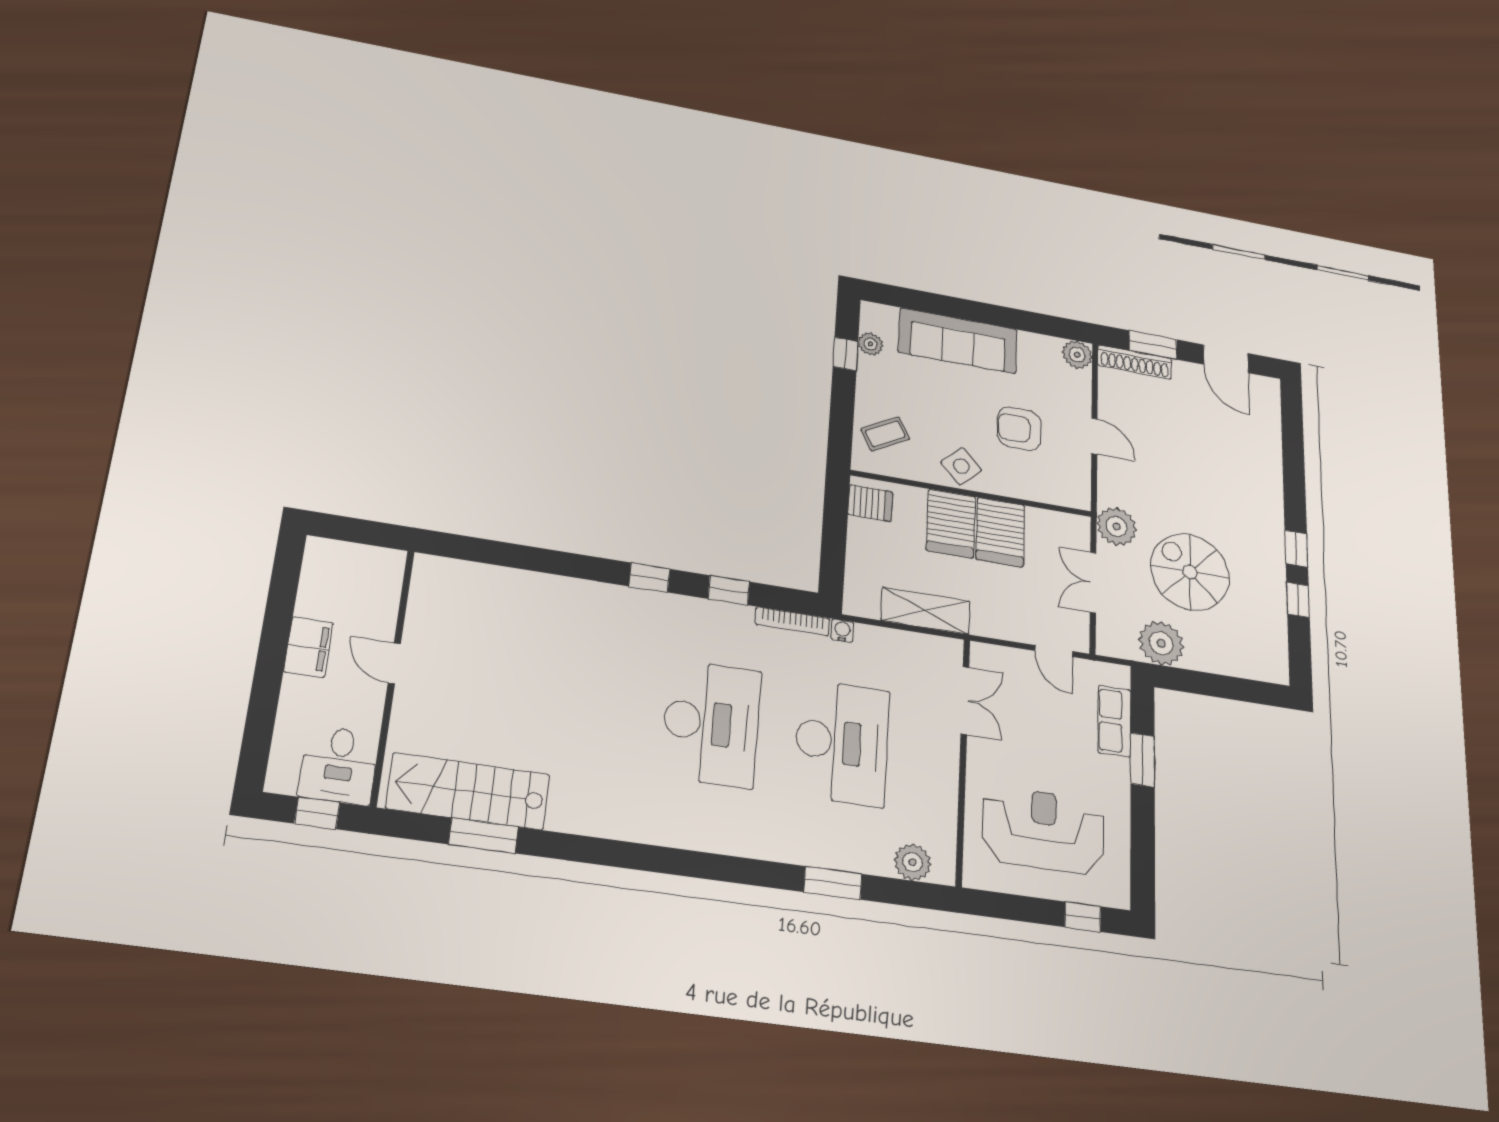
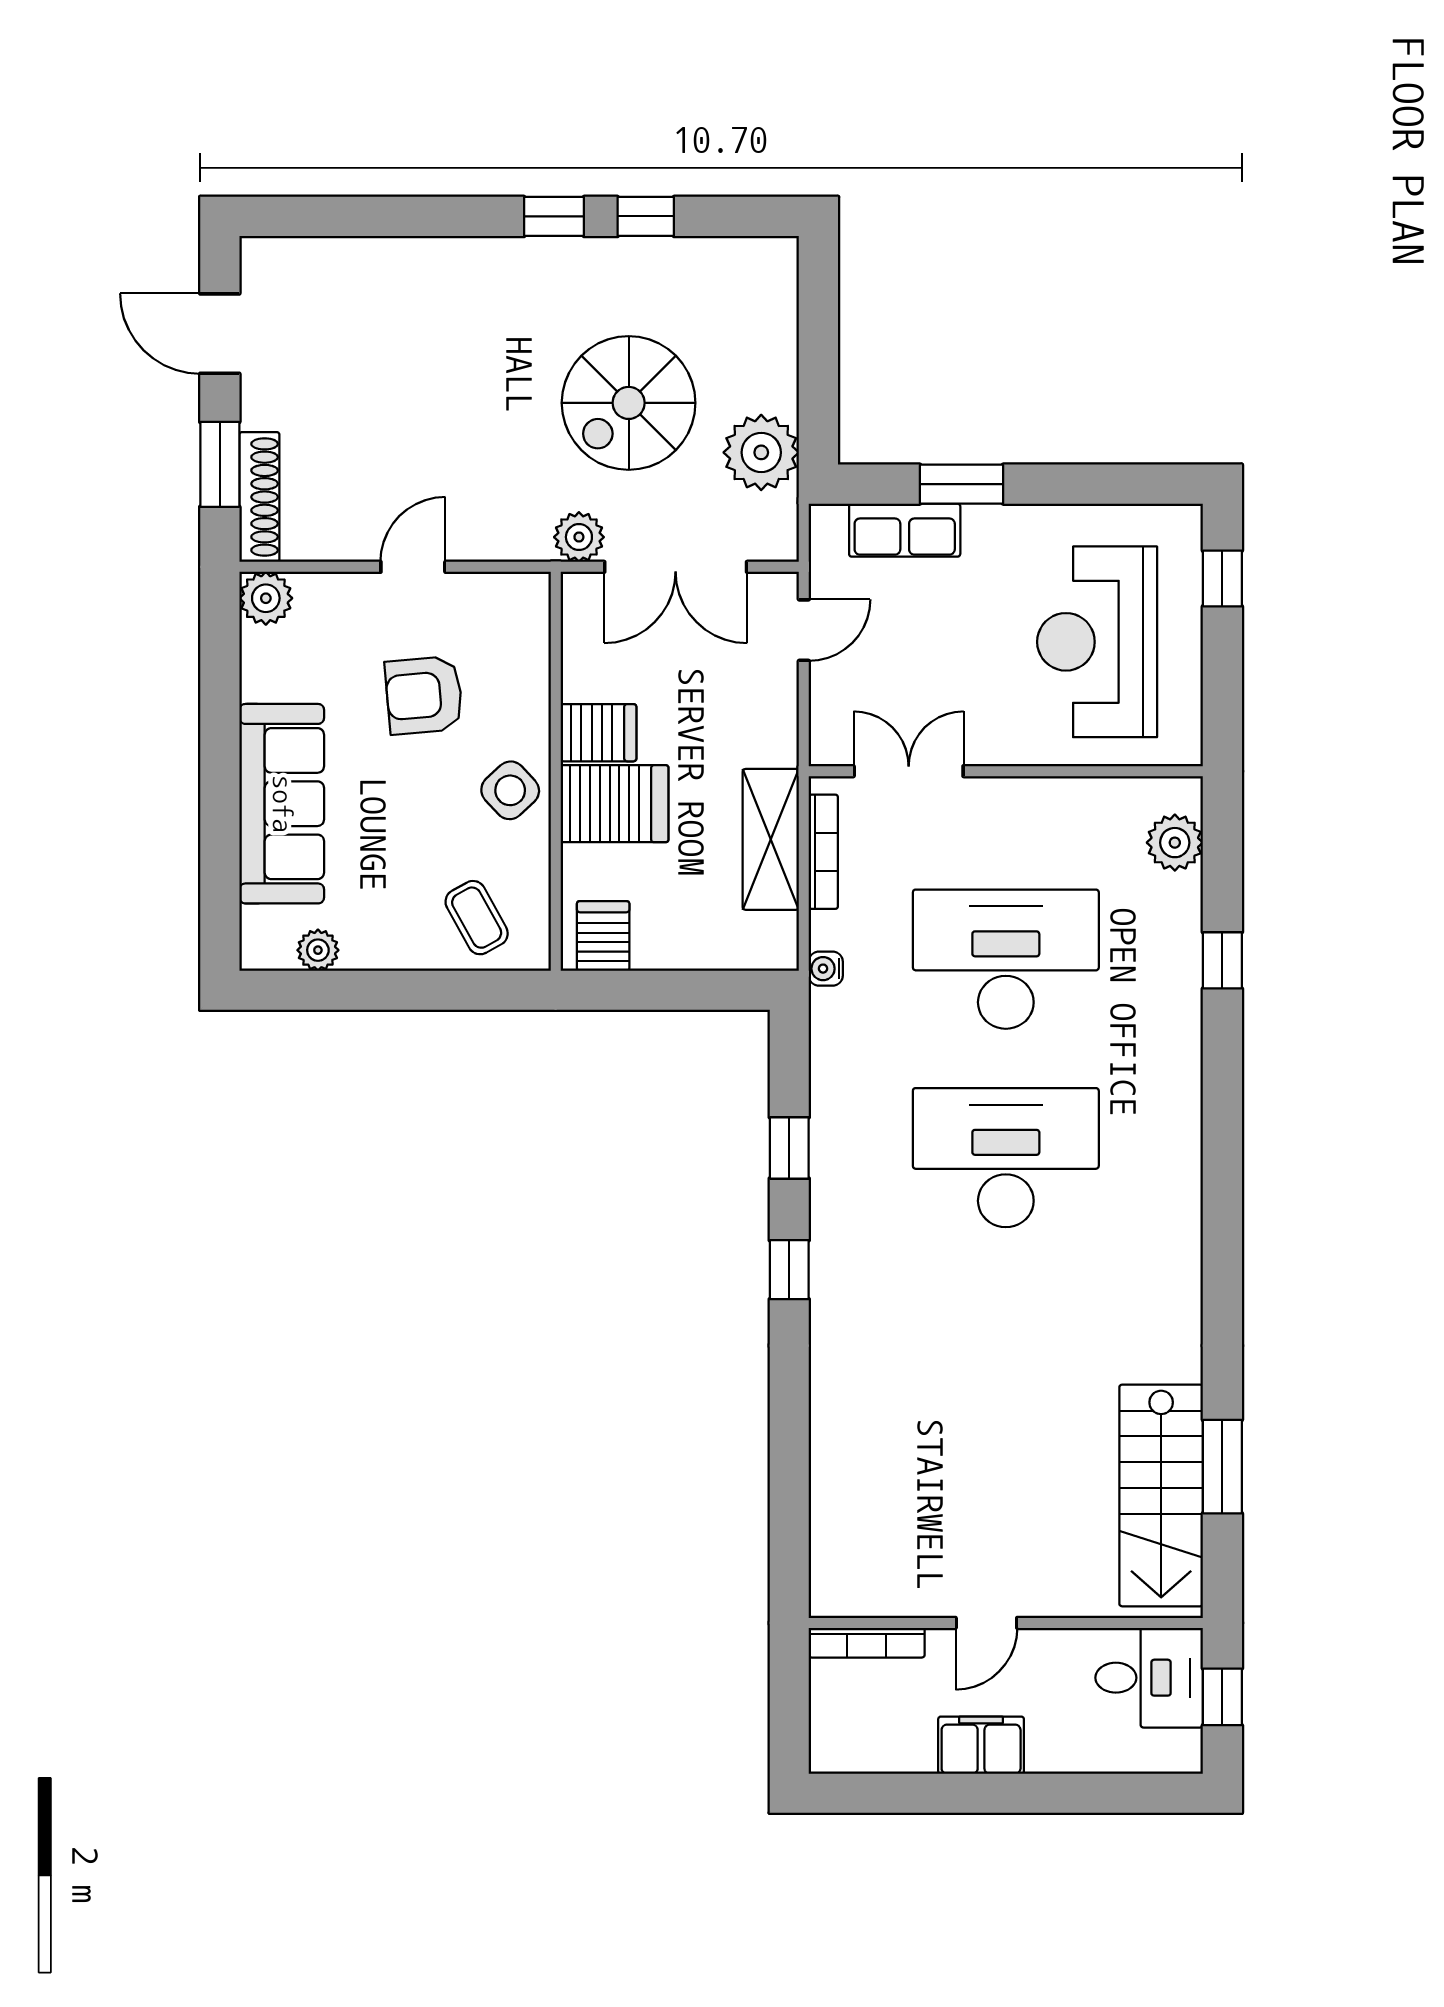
window: (845, 354) -> (345, 990), removed
door: (1226, 359) -> (220, 334), swing flipped
armchair: (1019, 429) -> (424, 695), turned 85
plant: (1117, 526) -> (579, 537), width x0.73, depth x0.73
server rack: (1000, 532) -> (598, 733), width x0.73, depth x0.70
double door: (1093, 582) -> (676, 567), width x1.37
bookcase: (392, 585) -> (867, 1643), added
bookcase: (792, 621) -> (823, 852), moved
window: (833, 883) -> (1222, 960), width x0.67

